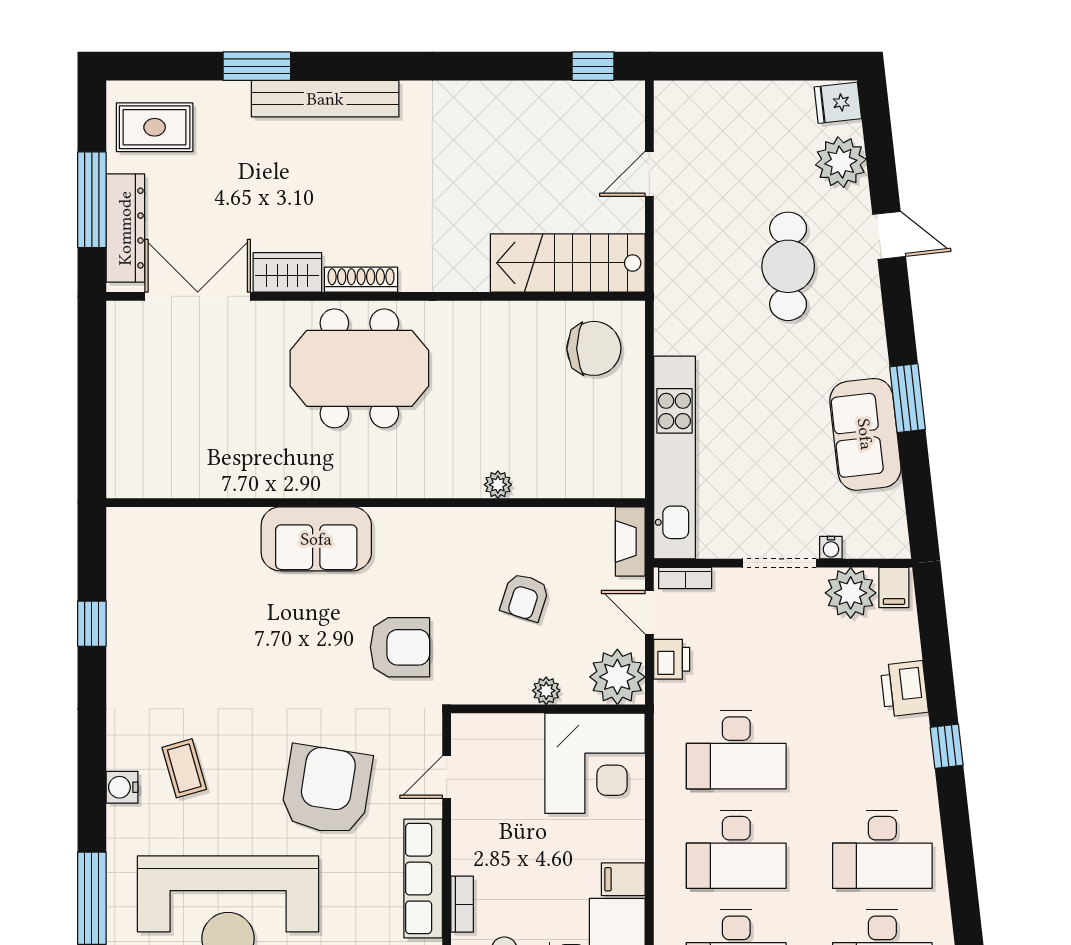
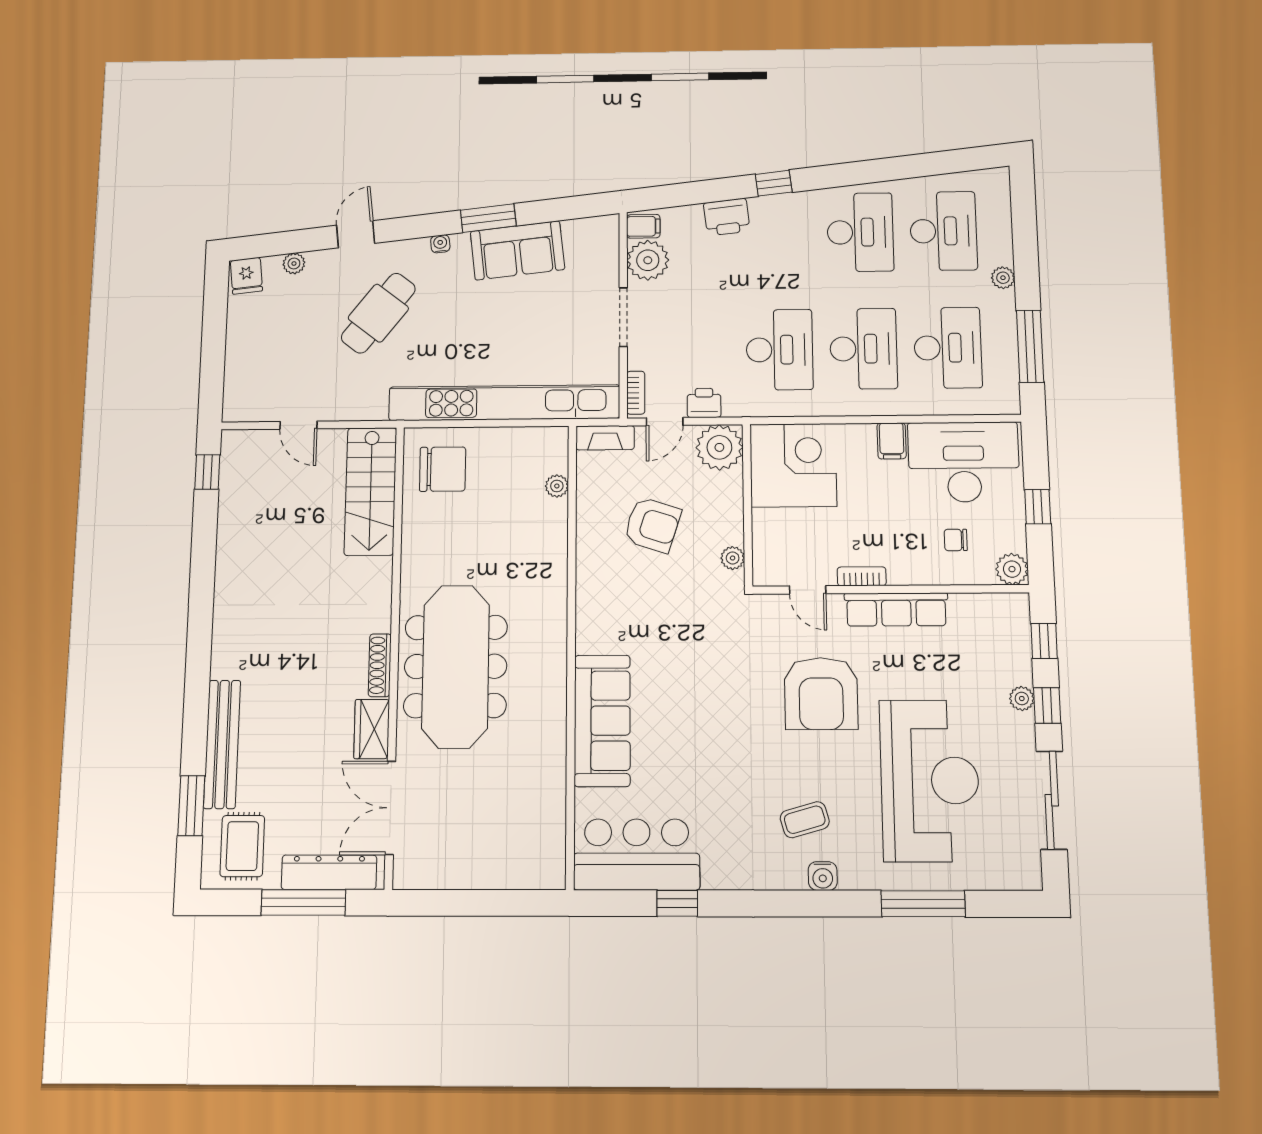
window: (257, 66) -> (191, 806), moved
bench: (325, 99) -> (222, 744), moved
plant: (841, 162) -> (294, 263), width x0.53, depth x0.53
cafe table: (788, 266) -> (378, 313), turned -52
chair: (594, 348) -> (443, 469), turned 91
meeting table: (359, 368) -> (456, 666), width x1.36
kitchen unit: (675, 458) -> (504, 403), width x1.36
plant: (498, 485) -> (557, 486), moved
sofa: (316, 539) -> (602, 721), width x1.36
water cooler: (831, 548) -> (440, 244), moved, turned -96
bar counter: (146, 578) -> (637, 854), added
armchair: (525, 597) -> (652, 525), width x1.38, depth x1.38
armchair: (400, 647) -> (696, 630), removed
plant: (546, 691) -> (733, 558), moved
armchair: (327, 790) -> (821, 694), turned -99
bookcase: (462, 904) -> (862, 576), moved

